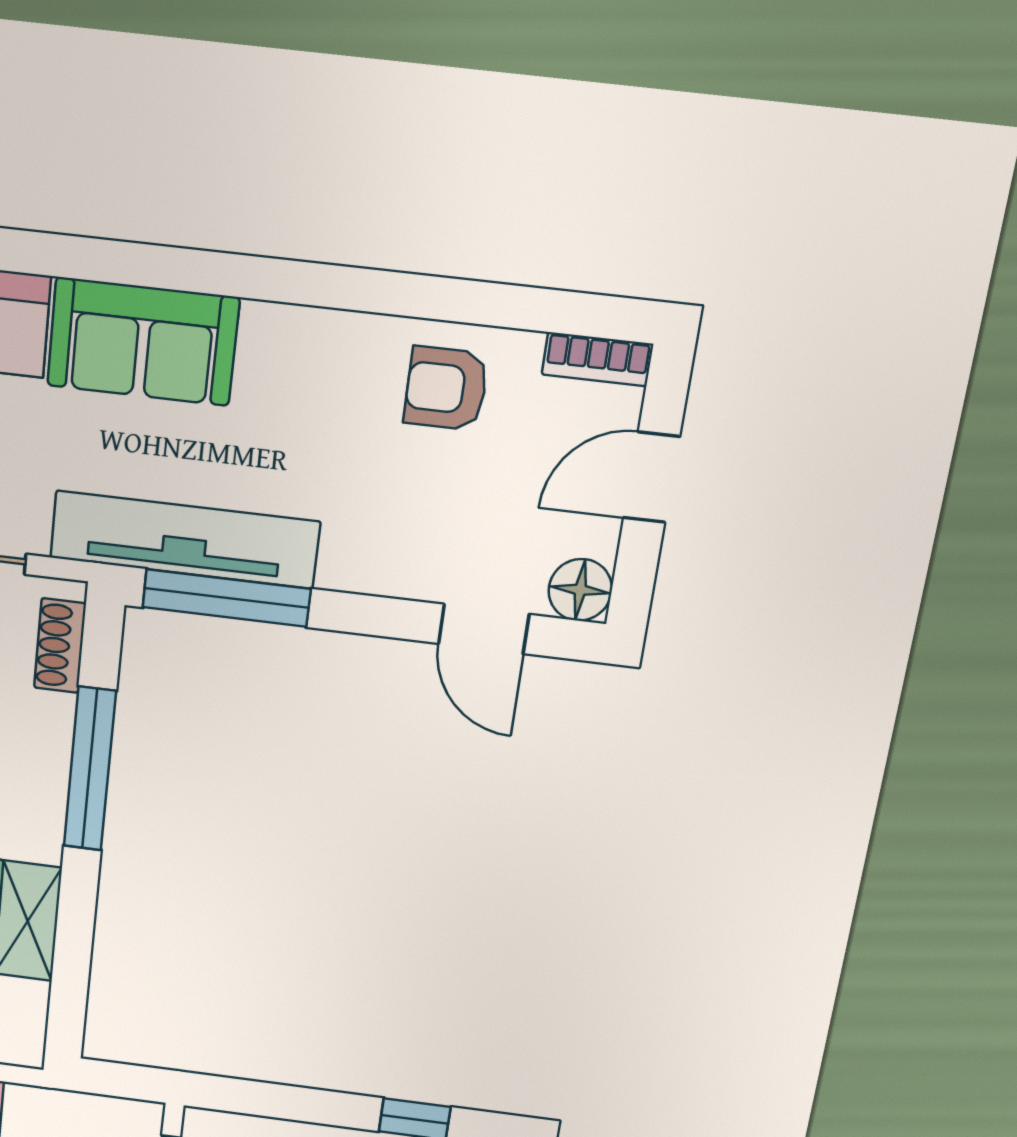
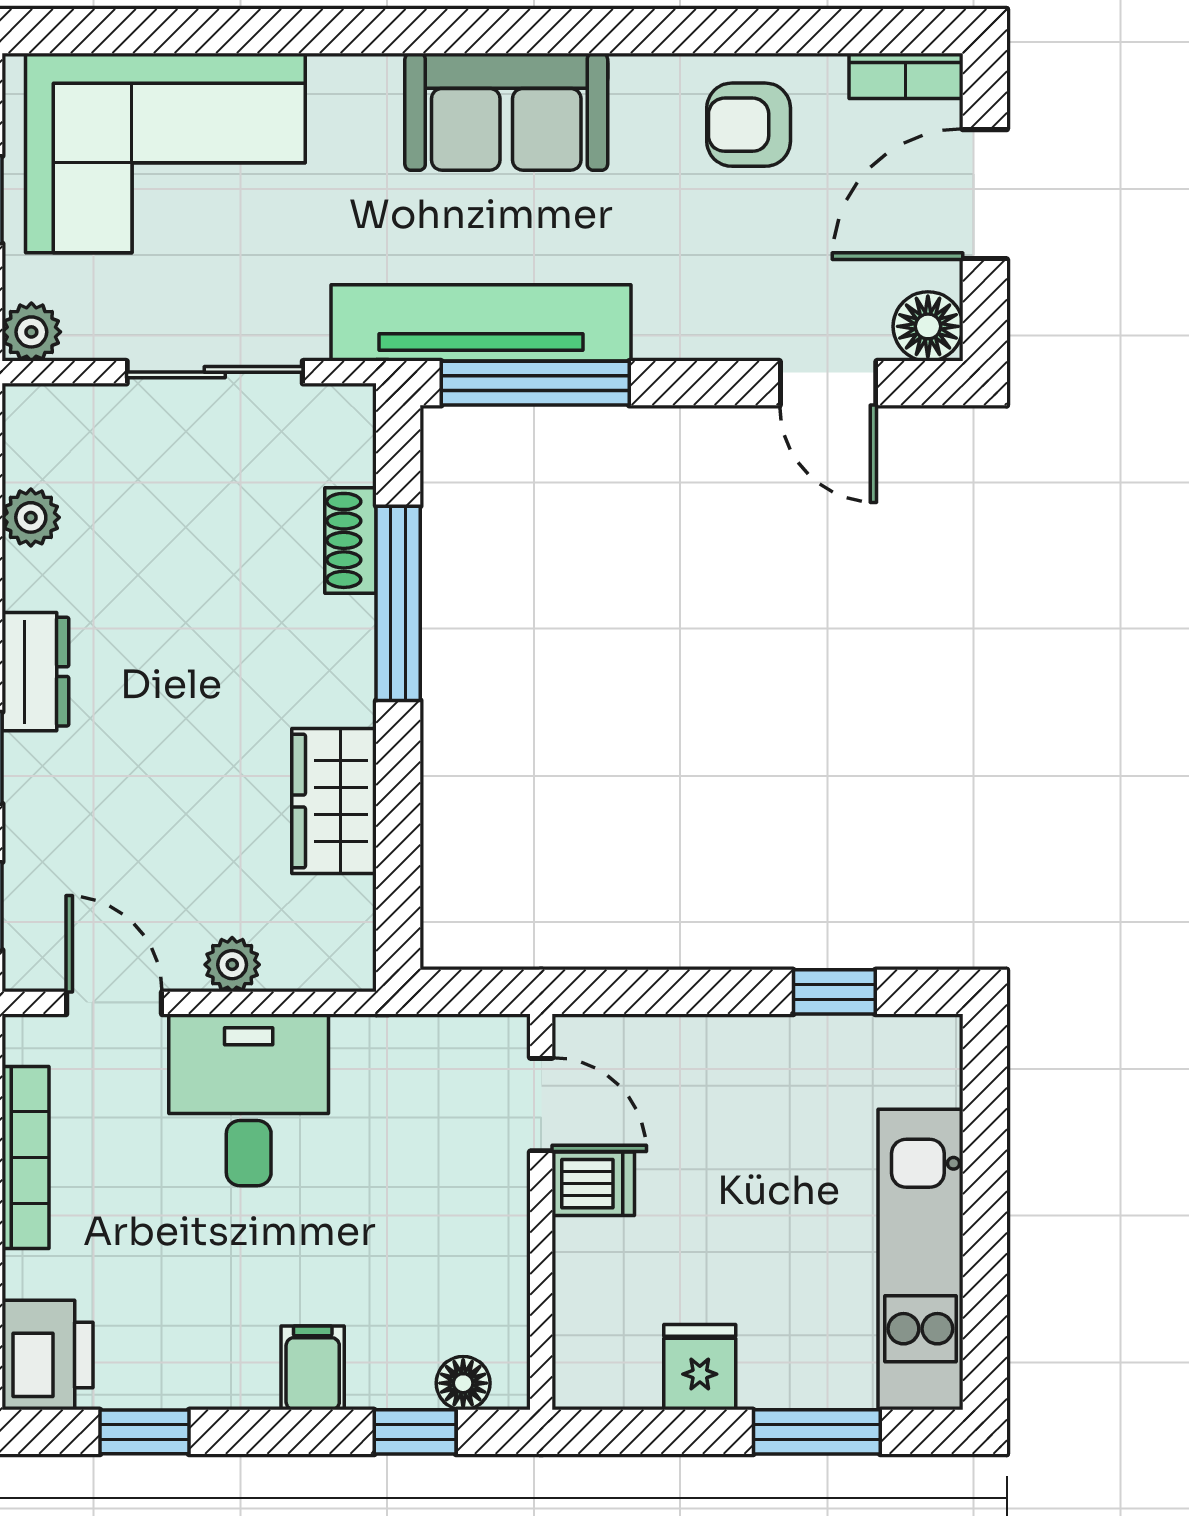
sofa: (143, 342) -> (506, 112), moved
door: (652, 477) -> (985, 194), width x1.38
shoe rack: (60, 646) -> (350, 540), moved

